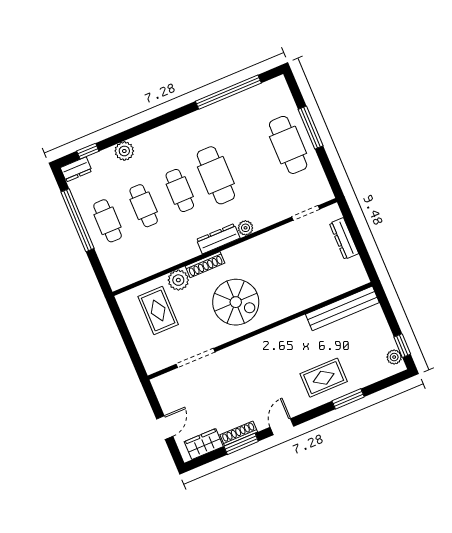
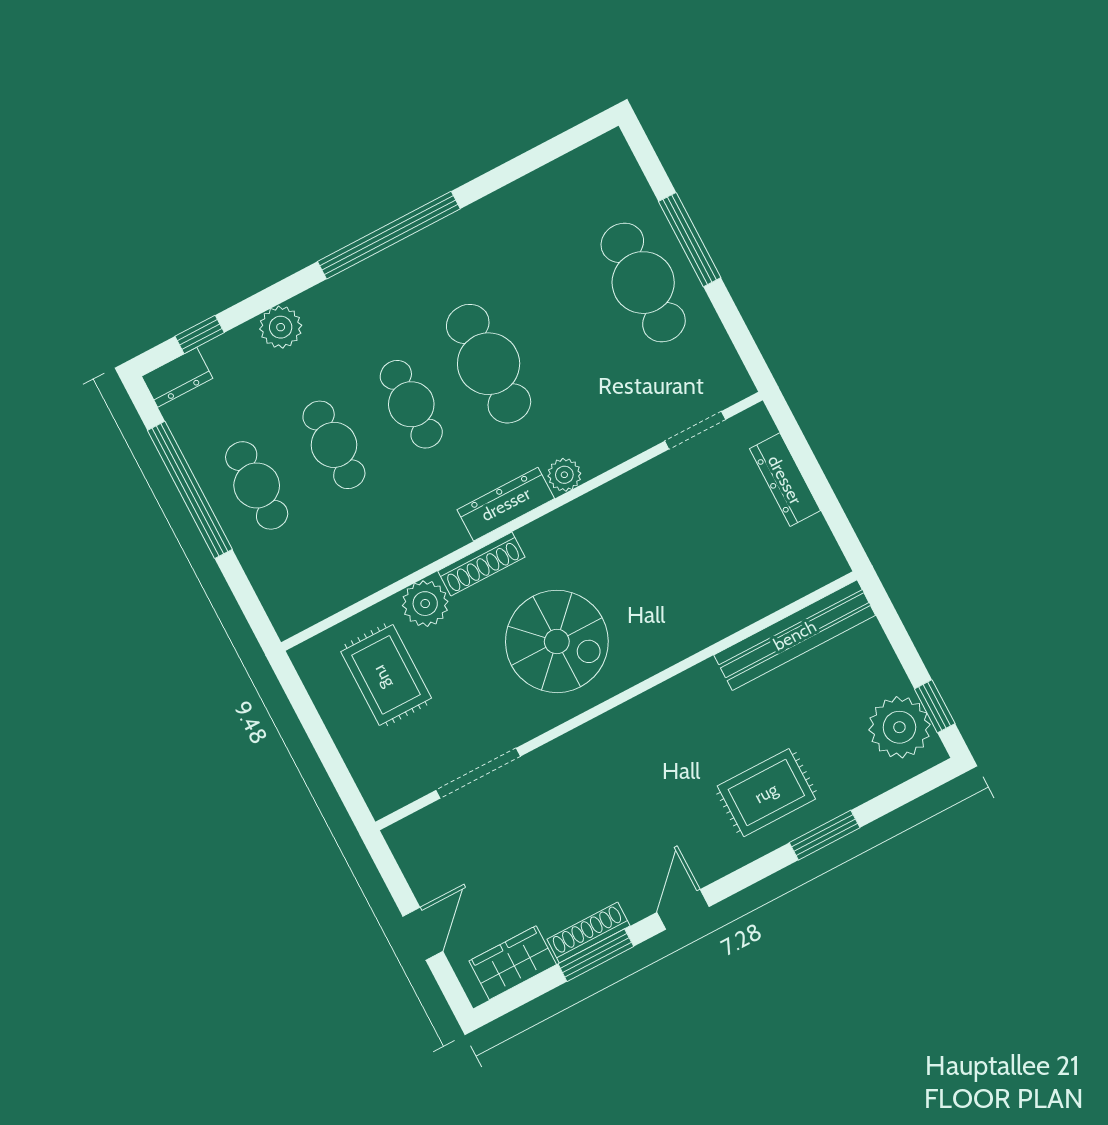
window: (228, 92) -> (389, 235), moved
plant: (394, 357) -> (899, 727), width x1.88, depth x1.88

